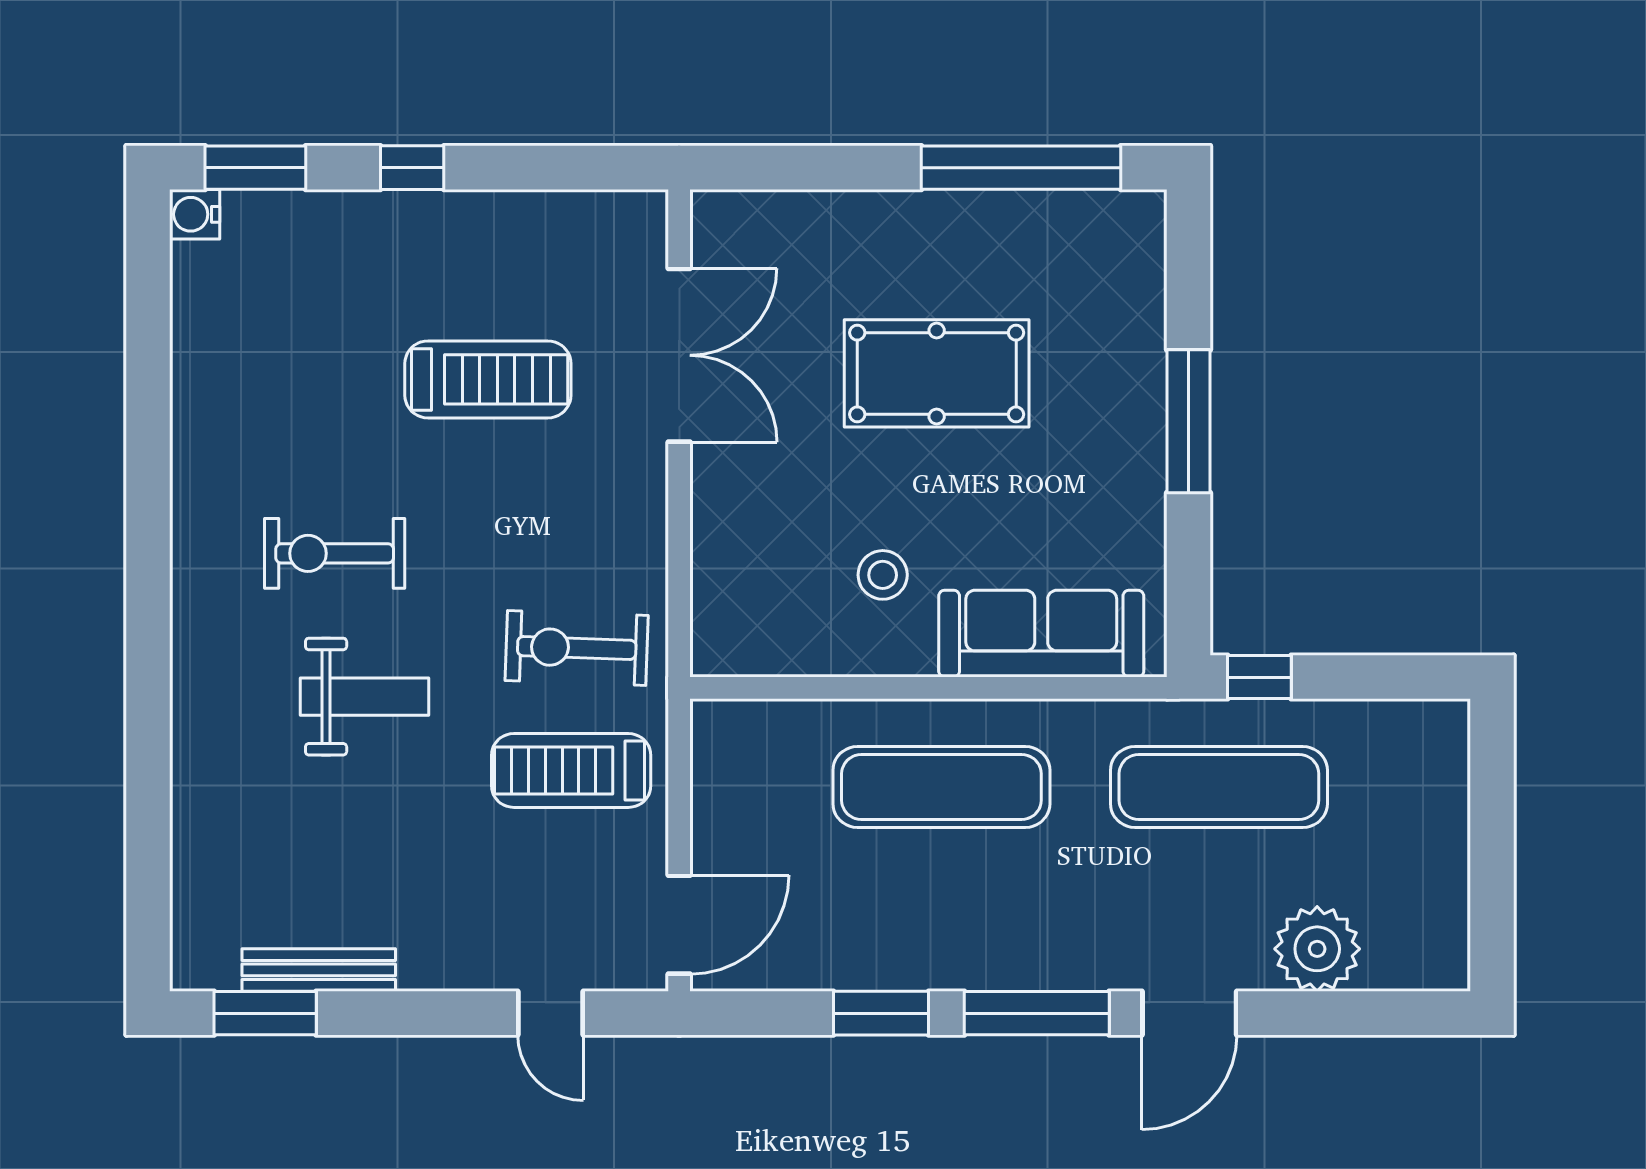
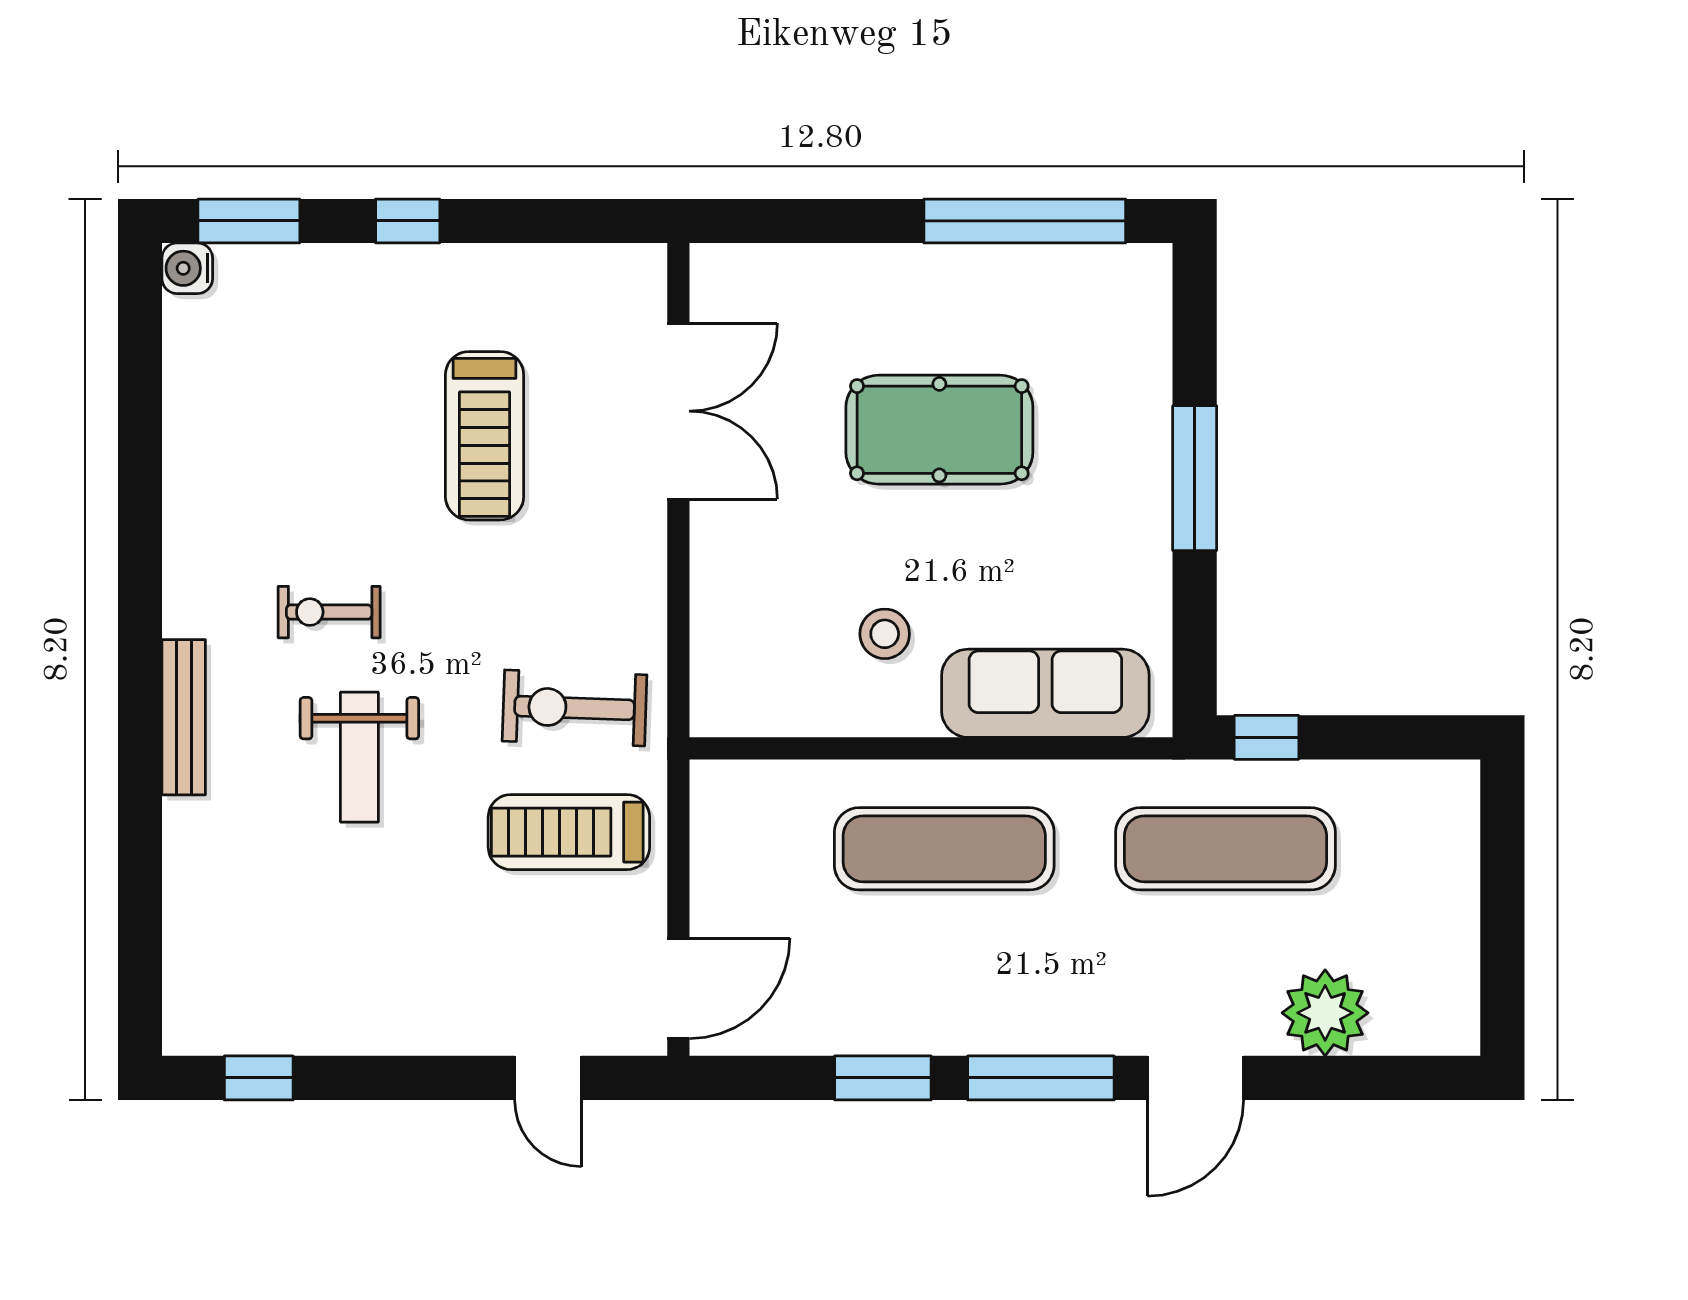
treadmill: (488, 379) -> (485, 436), turned 90
exercise bike: (335, 553) -> (329, 612), width x0.73, depth x0.72
weight bench: (364, 697) -> (359, 757), turned 90
bench: (319, 970) -> (184, 717), moved, turned 90
window: (265, 1013) -> (259, 1078), width x0.67

